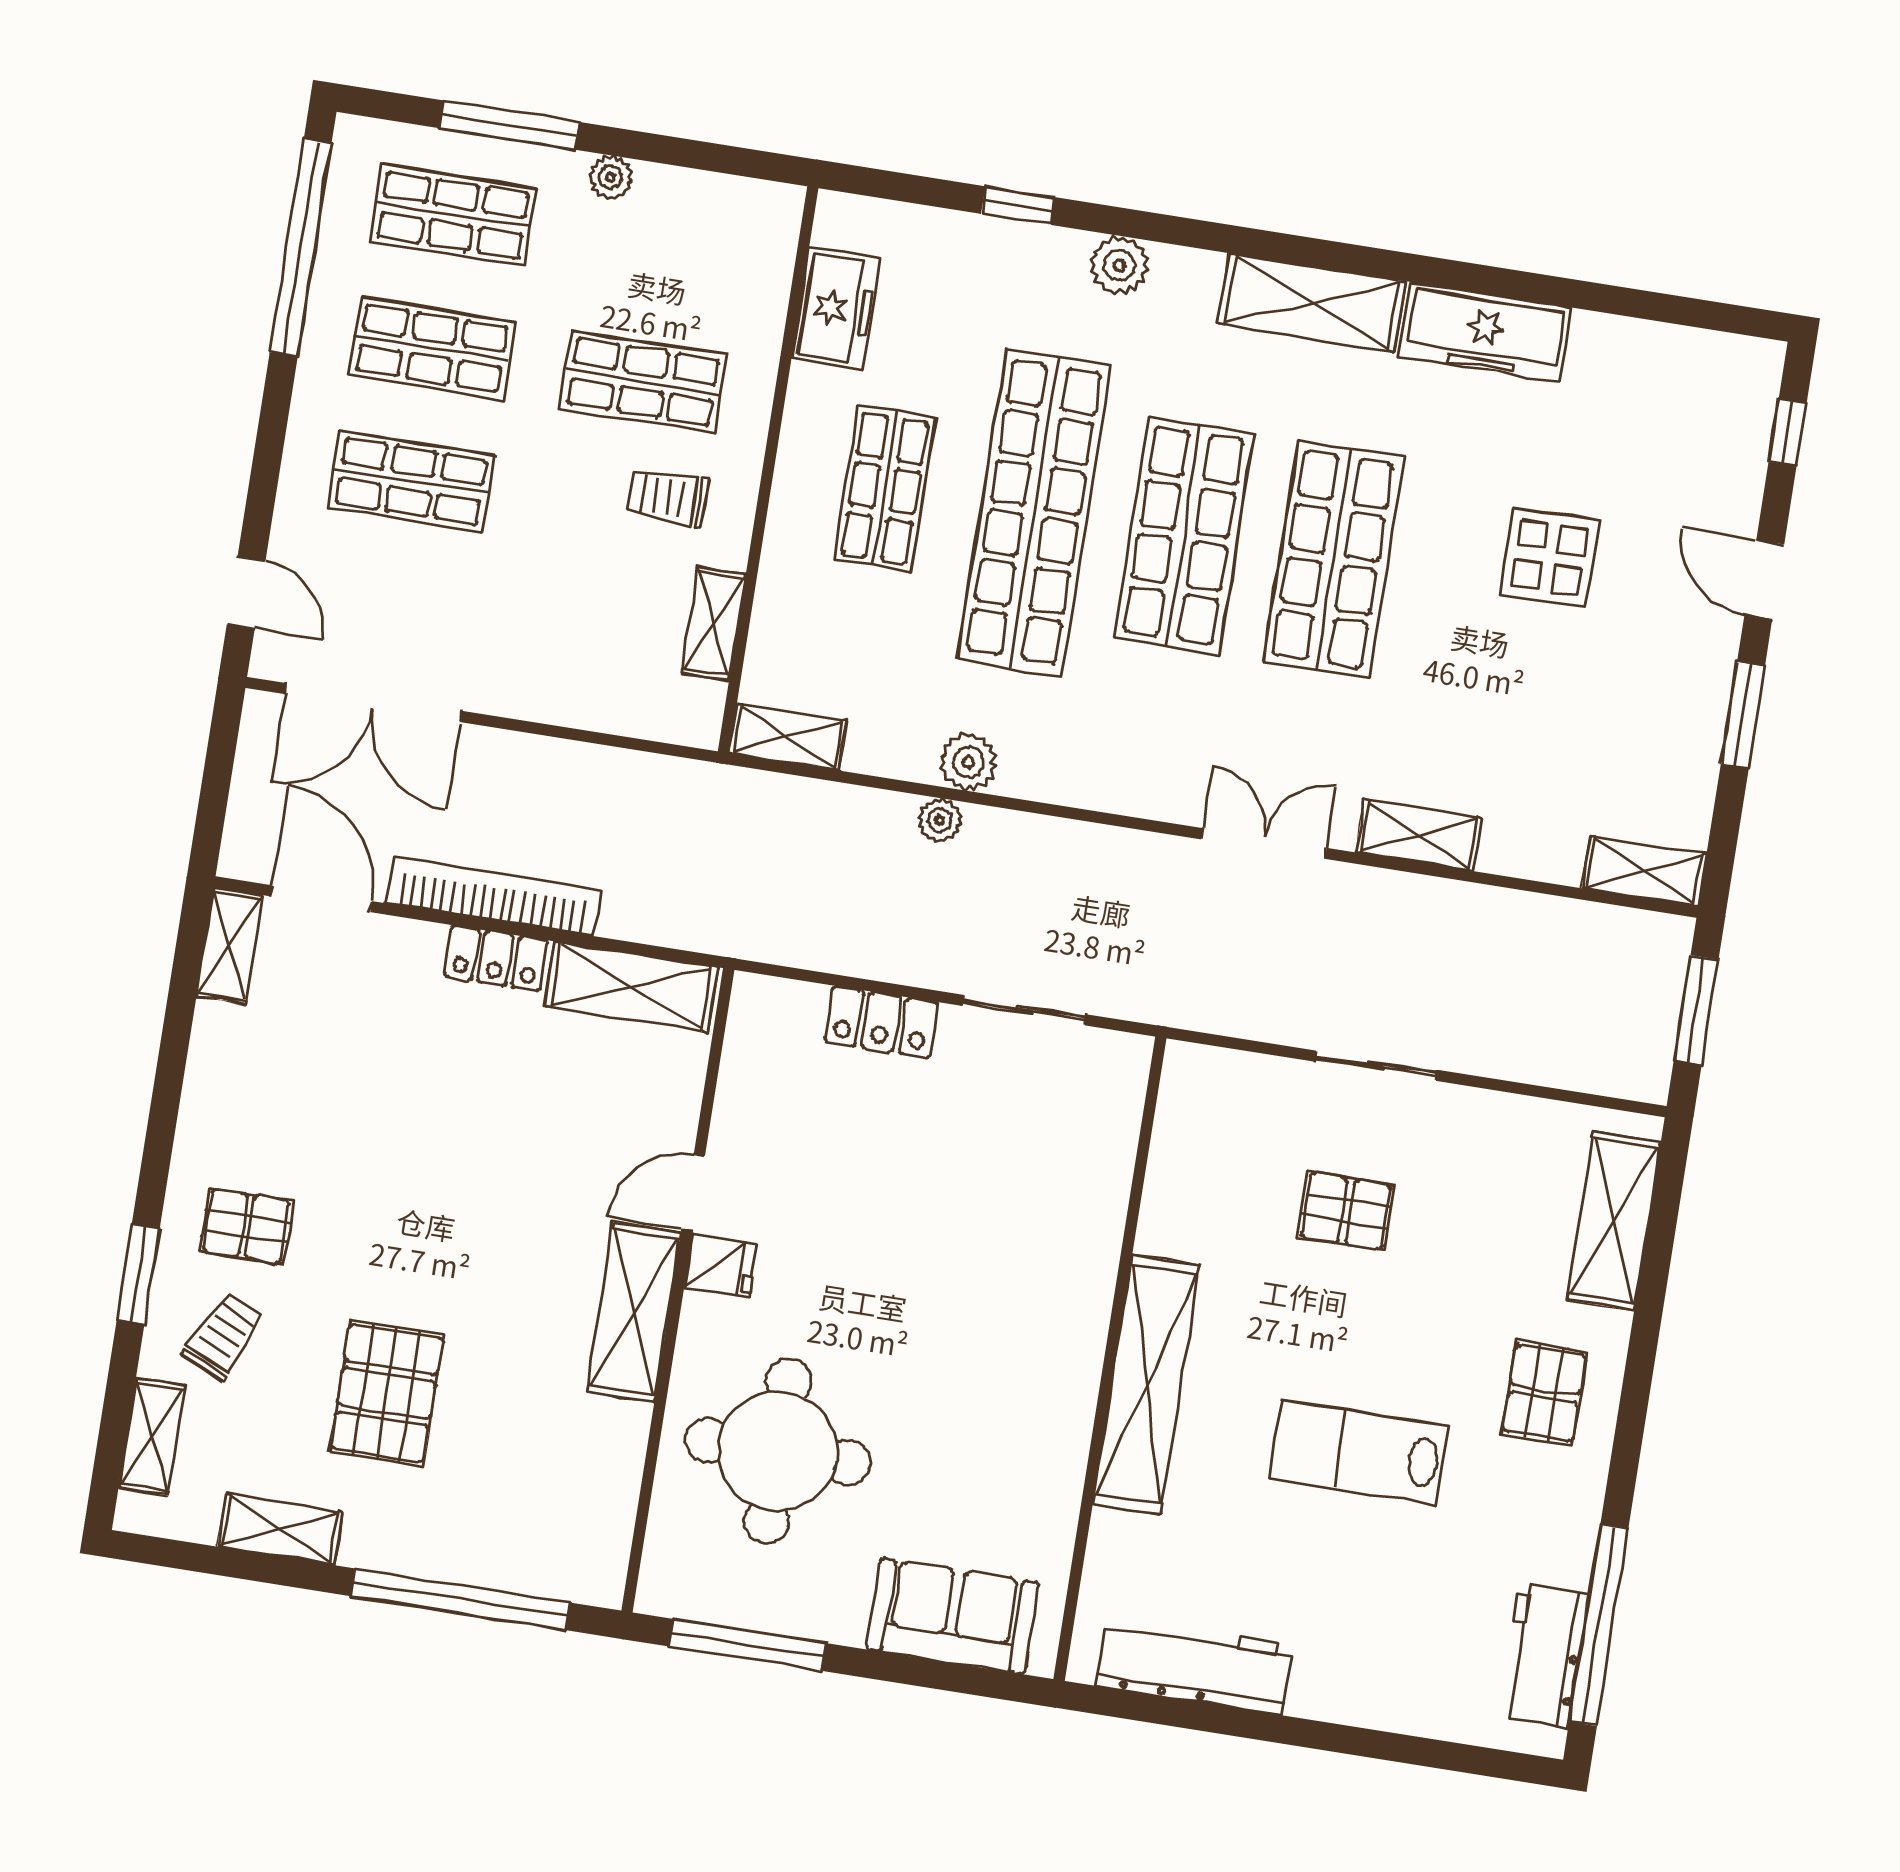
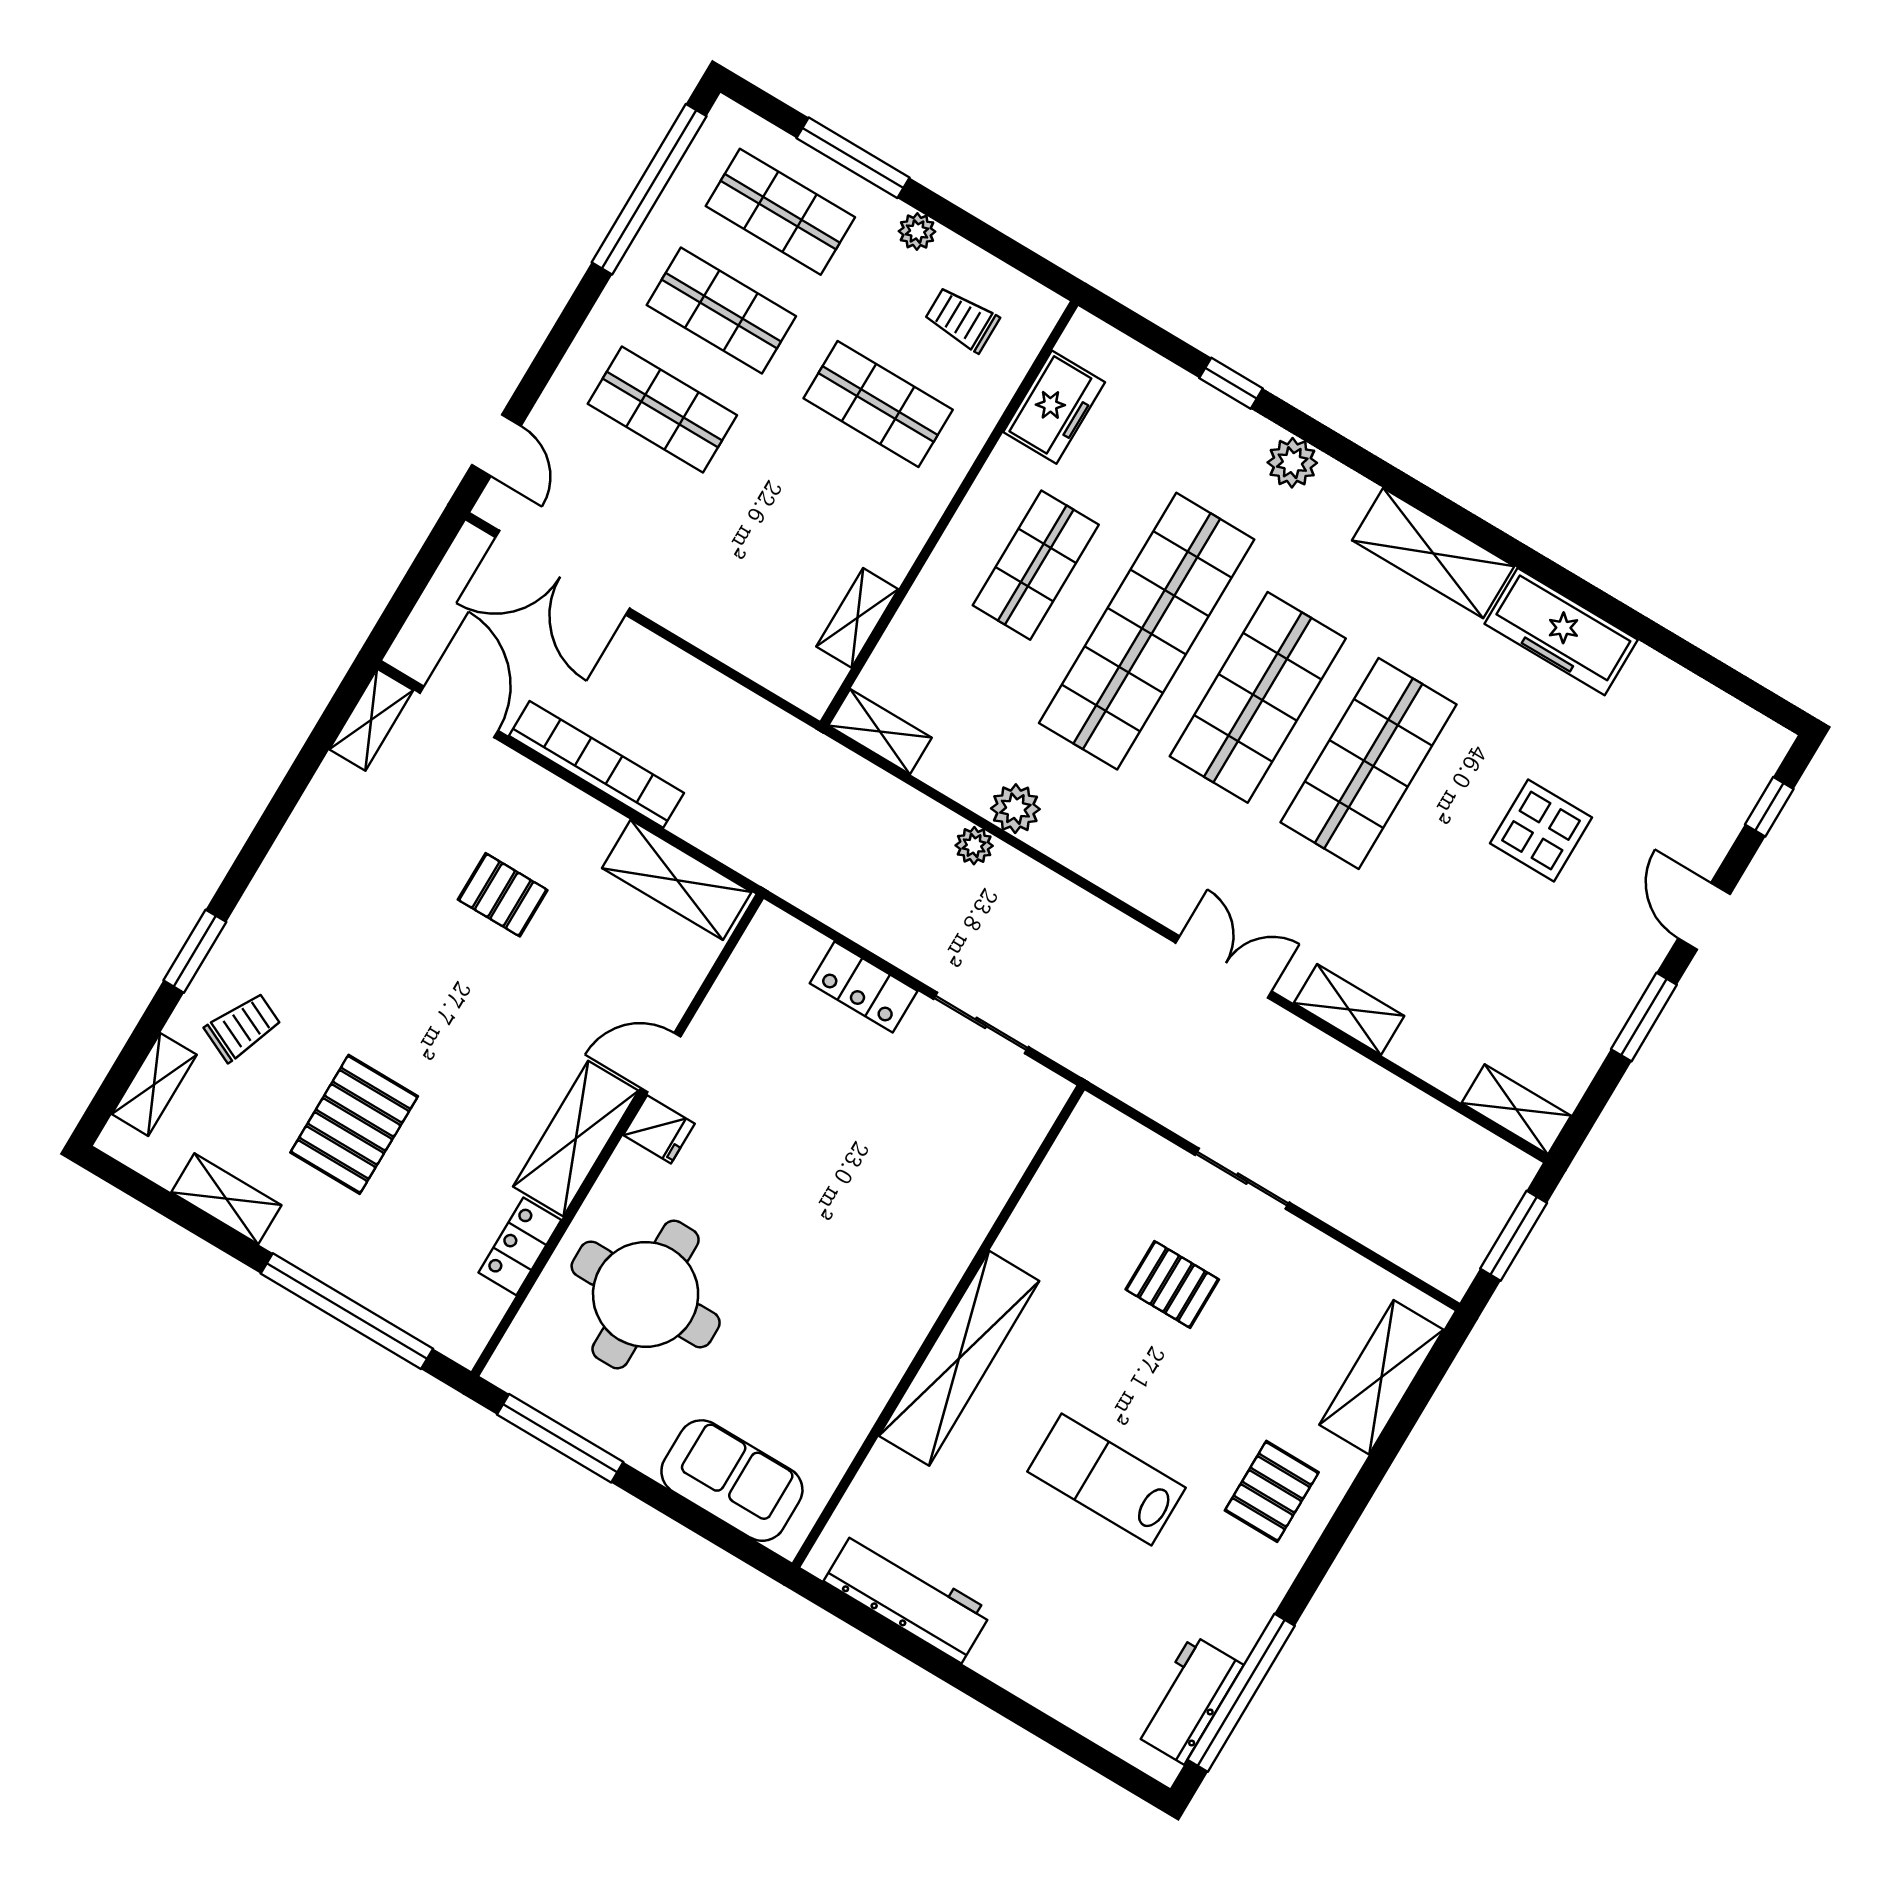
trolley: (667, 497) -> (962, 319), moved
locker: (496, 958) -> (520, 1246), moved, turned 90
pallet: (246, 1226) -> (503, 895), moved

